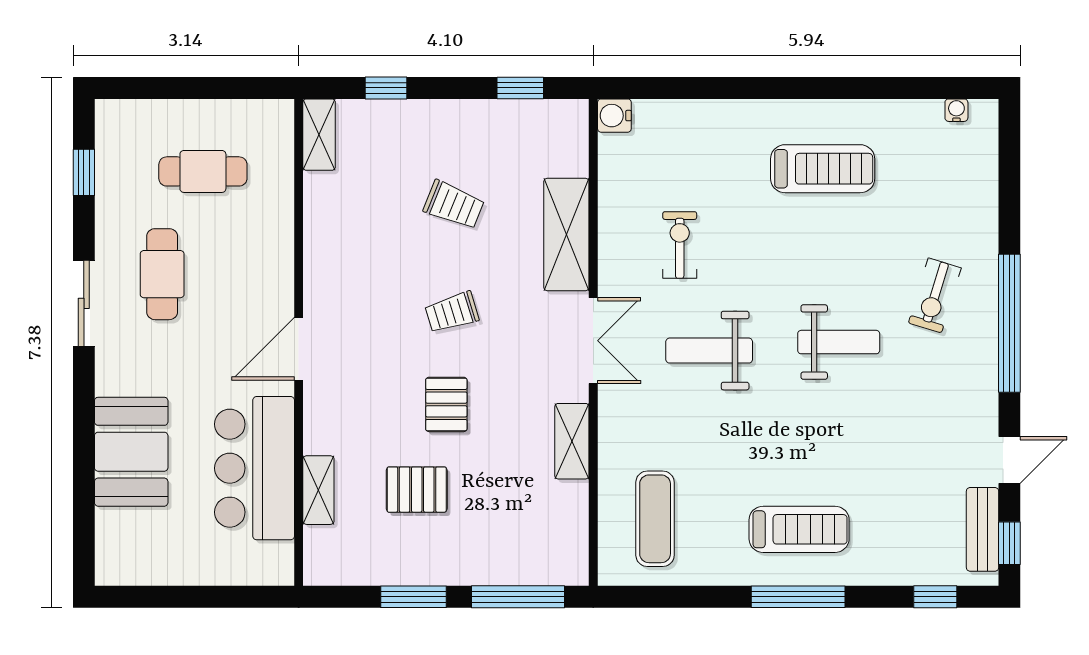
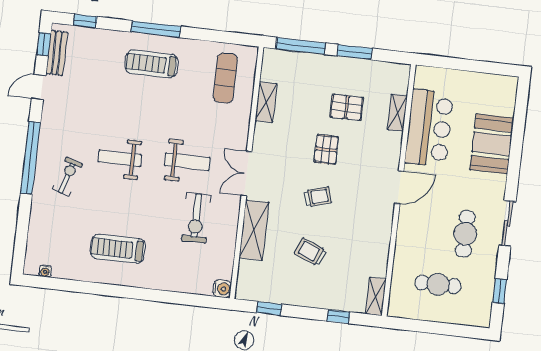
exercise bike: (680, 245) -> (196, 218), width x1.38, depth x1.39
shelving: (572, 441) -> (266, 102), moved

